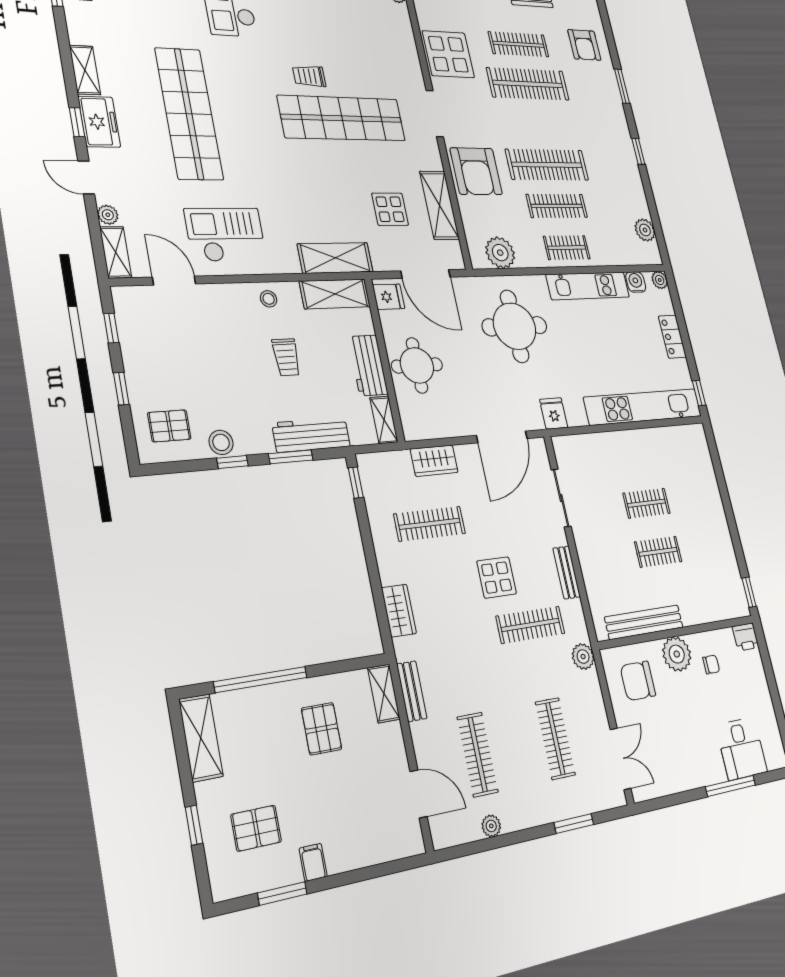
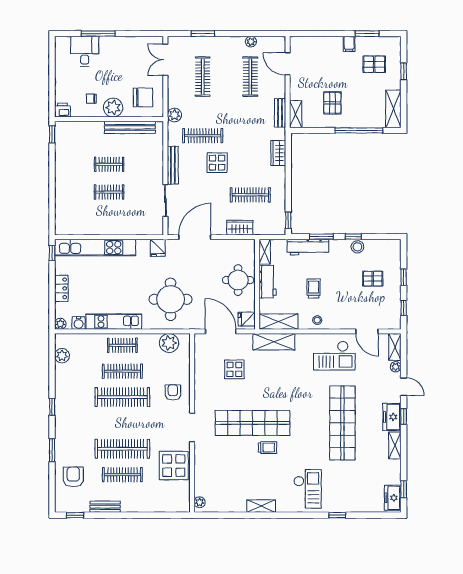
armchair: (476, 171) -> (173, 392), width x0.53, depth x0.53
shelving: (439, 205) -> (202, 372), removed
pallet: (169, 426) -> (373, 279), moved
bench: (567, 572) -> (173, 165), width x1.36

